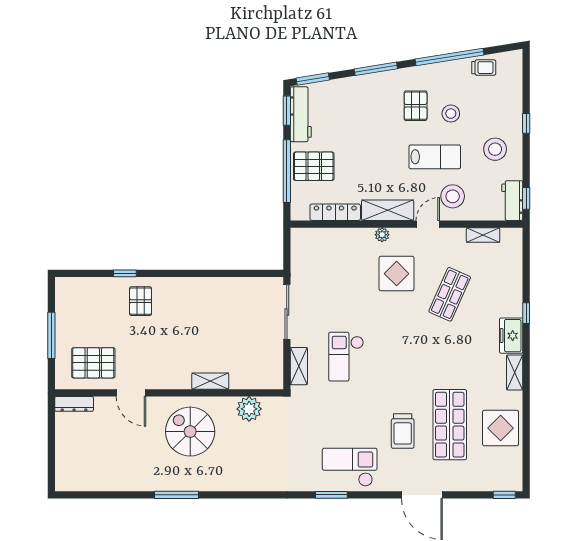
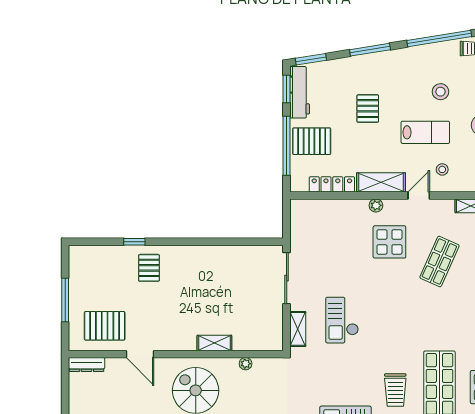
pallet: (416, 106) -> (368, 109), moved
stool: (453, 196) -> (442, 169), width x0.53, depth x0.53
plant: (249, 409) -> (246, 364), width x0.53, depth x0.53

